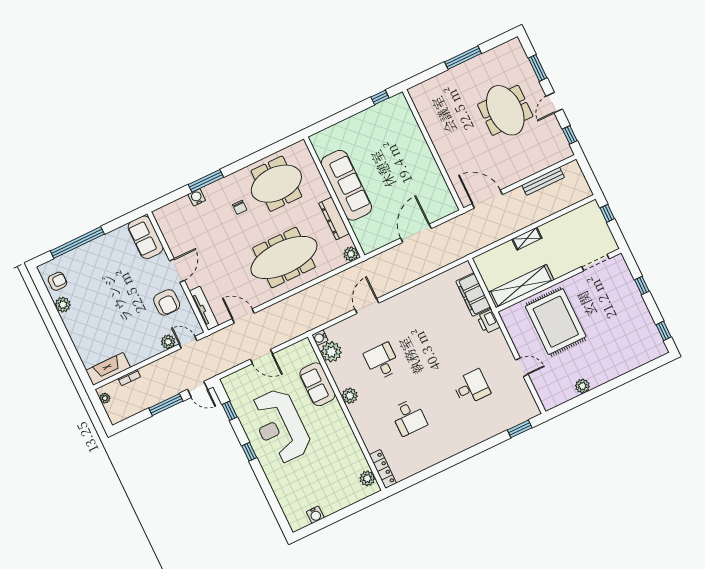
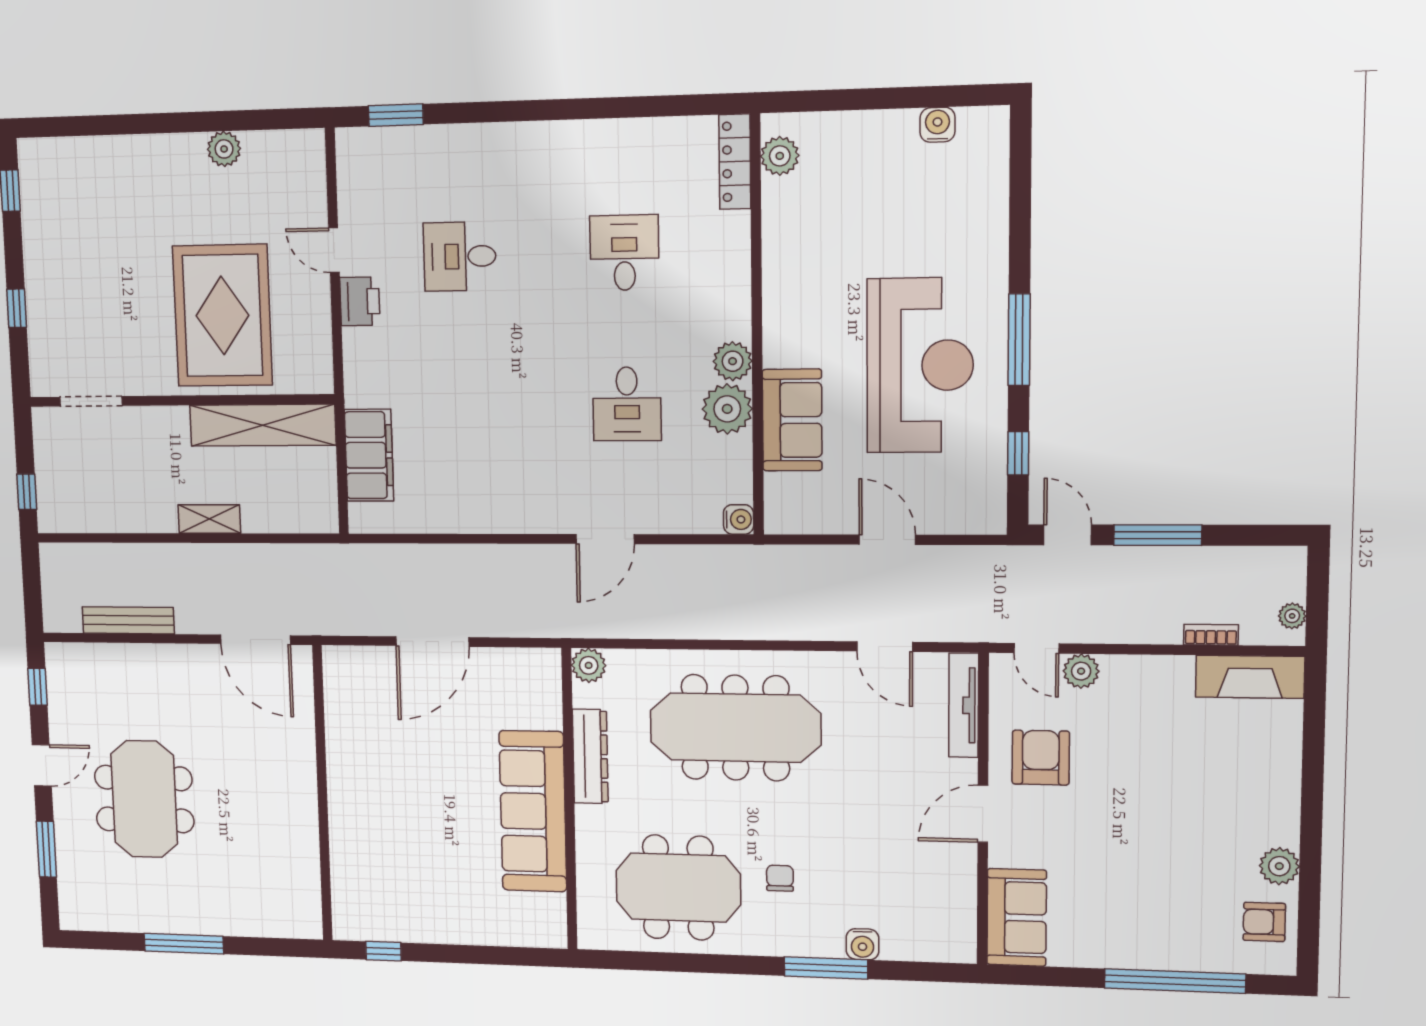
printer: (488, 322) -> (360, 301), moved
plant: (331, 352) -> (727, 409), moved
window: (249, 452) -> (1019, 340), width x2.17

